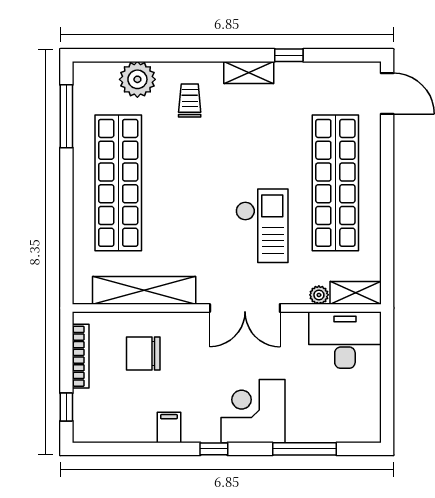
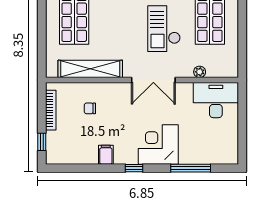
checkout: (262, 226) -> (164, 29), turned 180
shelving: (356, 293) -> (223, 71), removed
chair: (143, 353) -> (90, 108), width x0.54, depth x0.54

